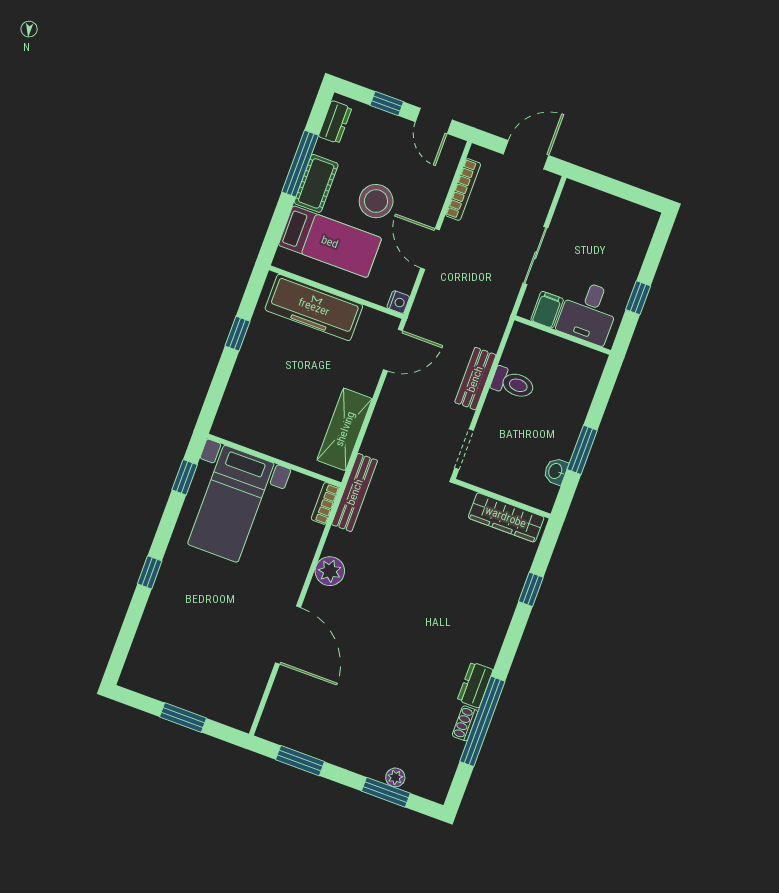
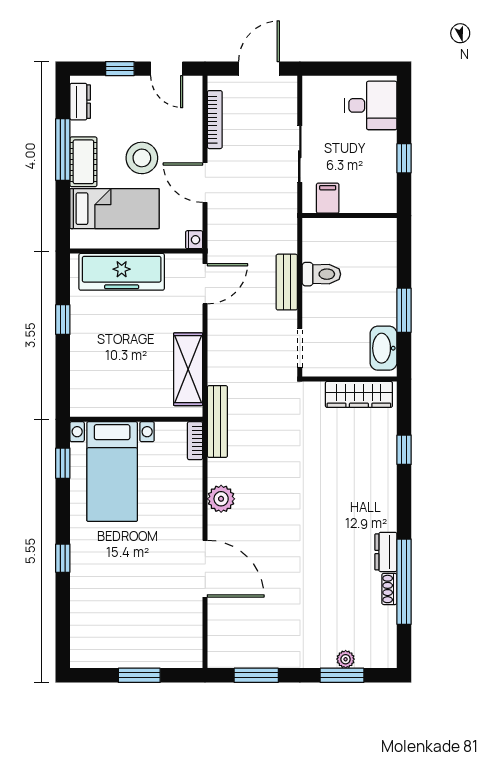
desk: (589, 312) -> (371, 105), moved, turned -90
washbasin: (556, 471) -> (383, 348), width x1.91, depth x1.45

